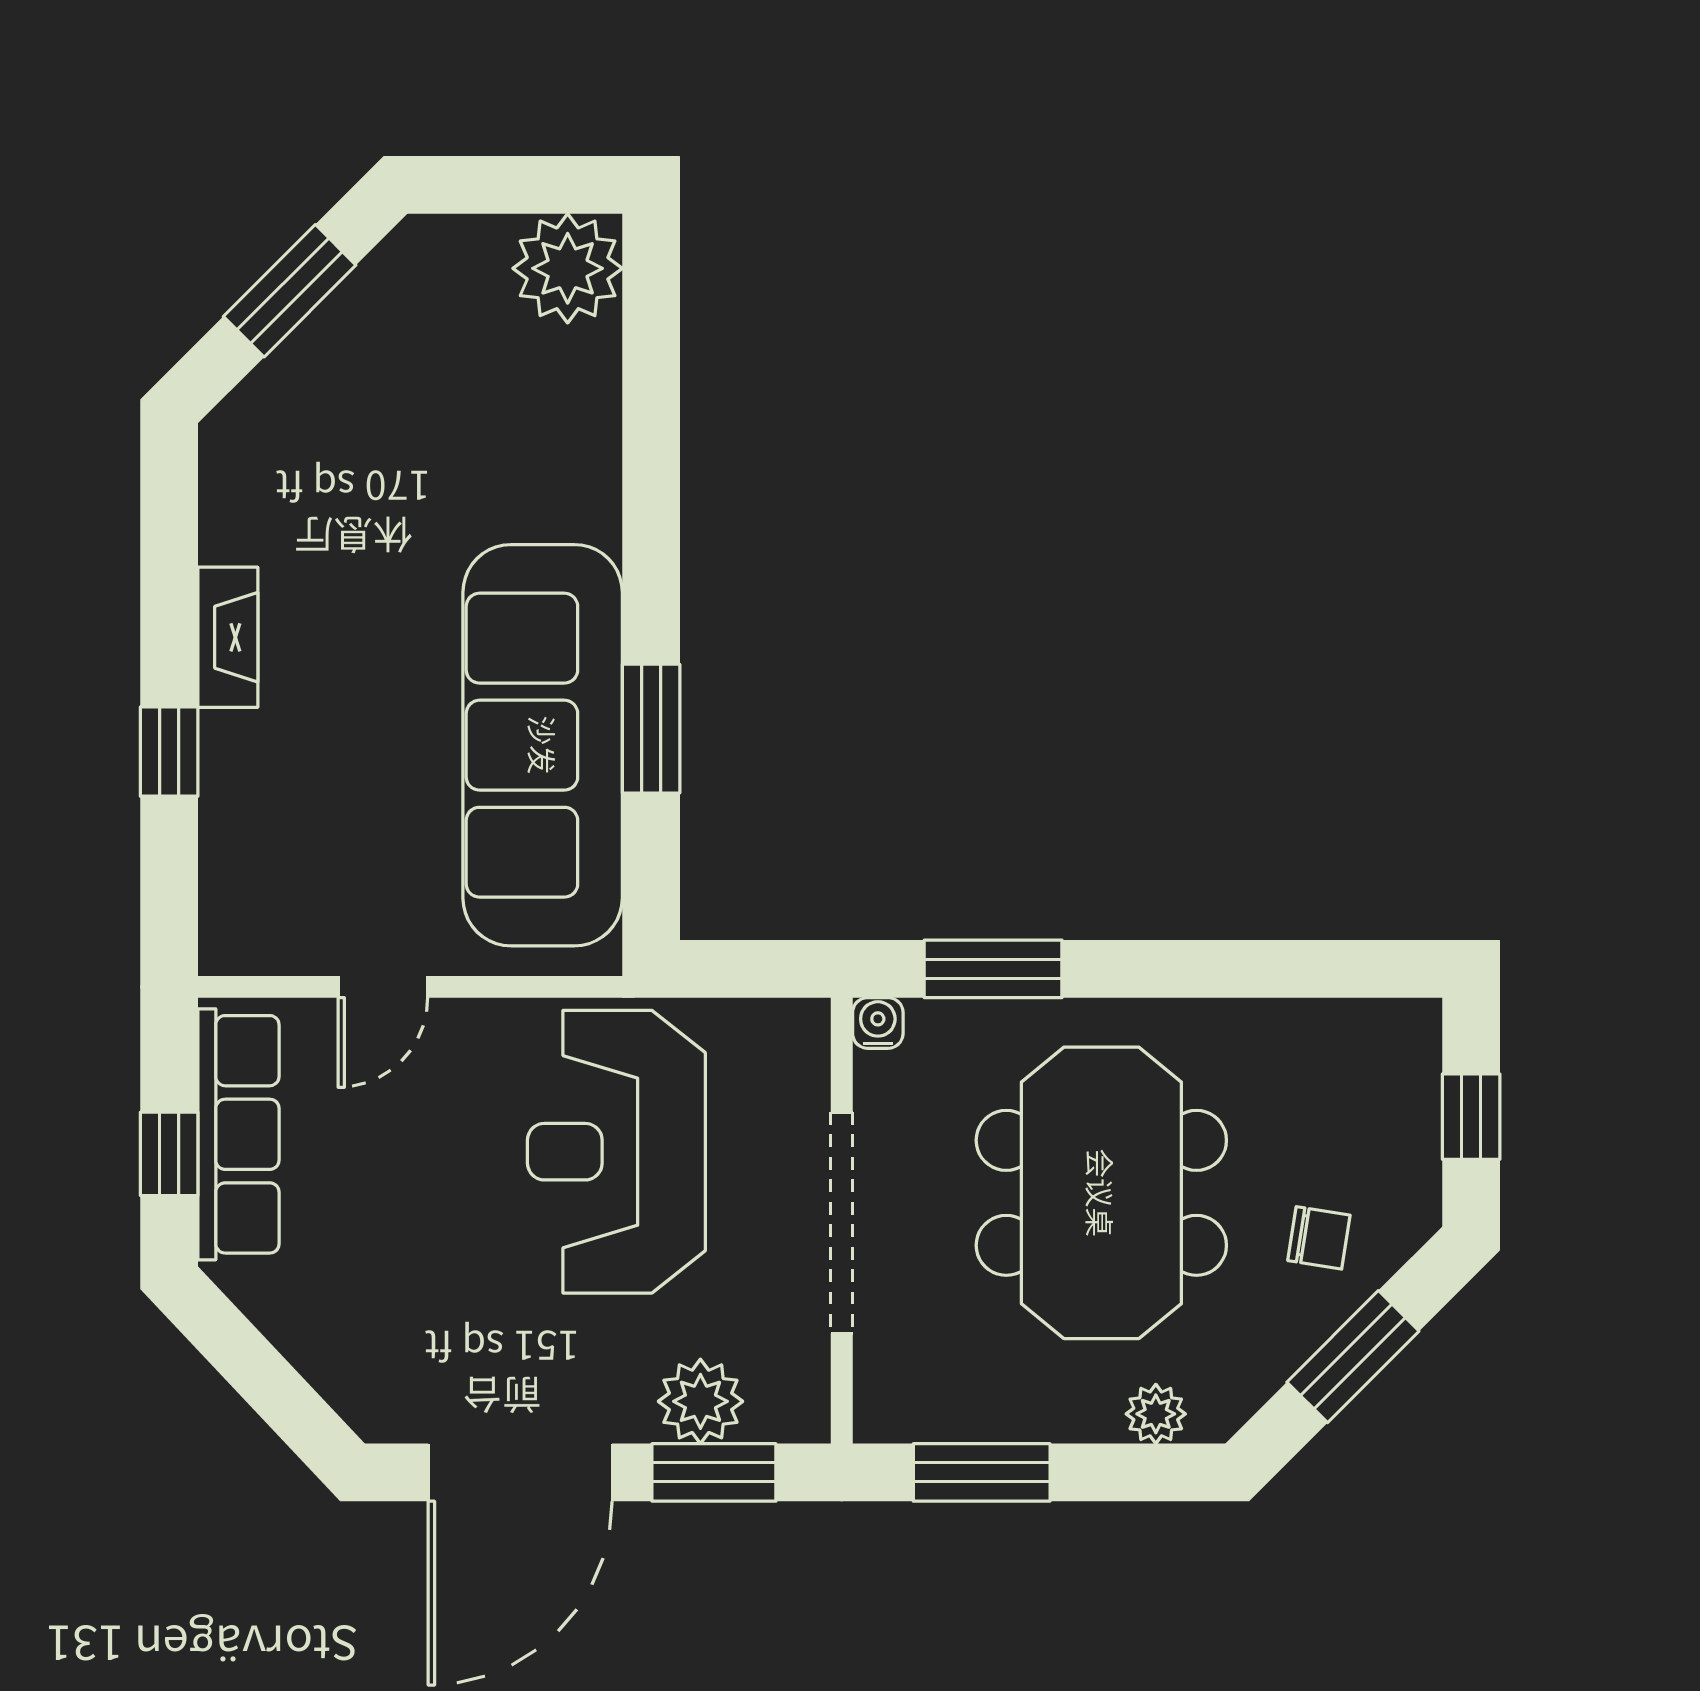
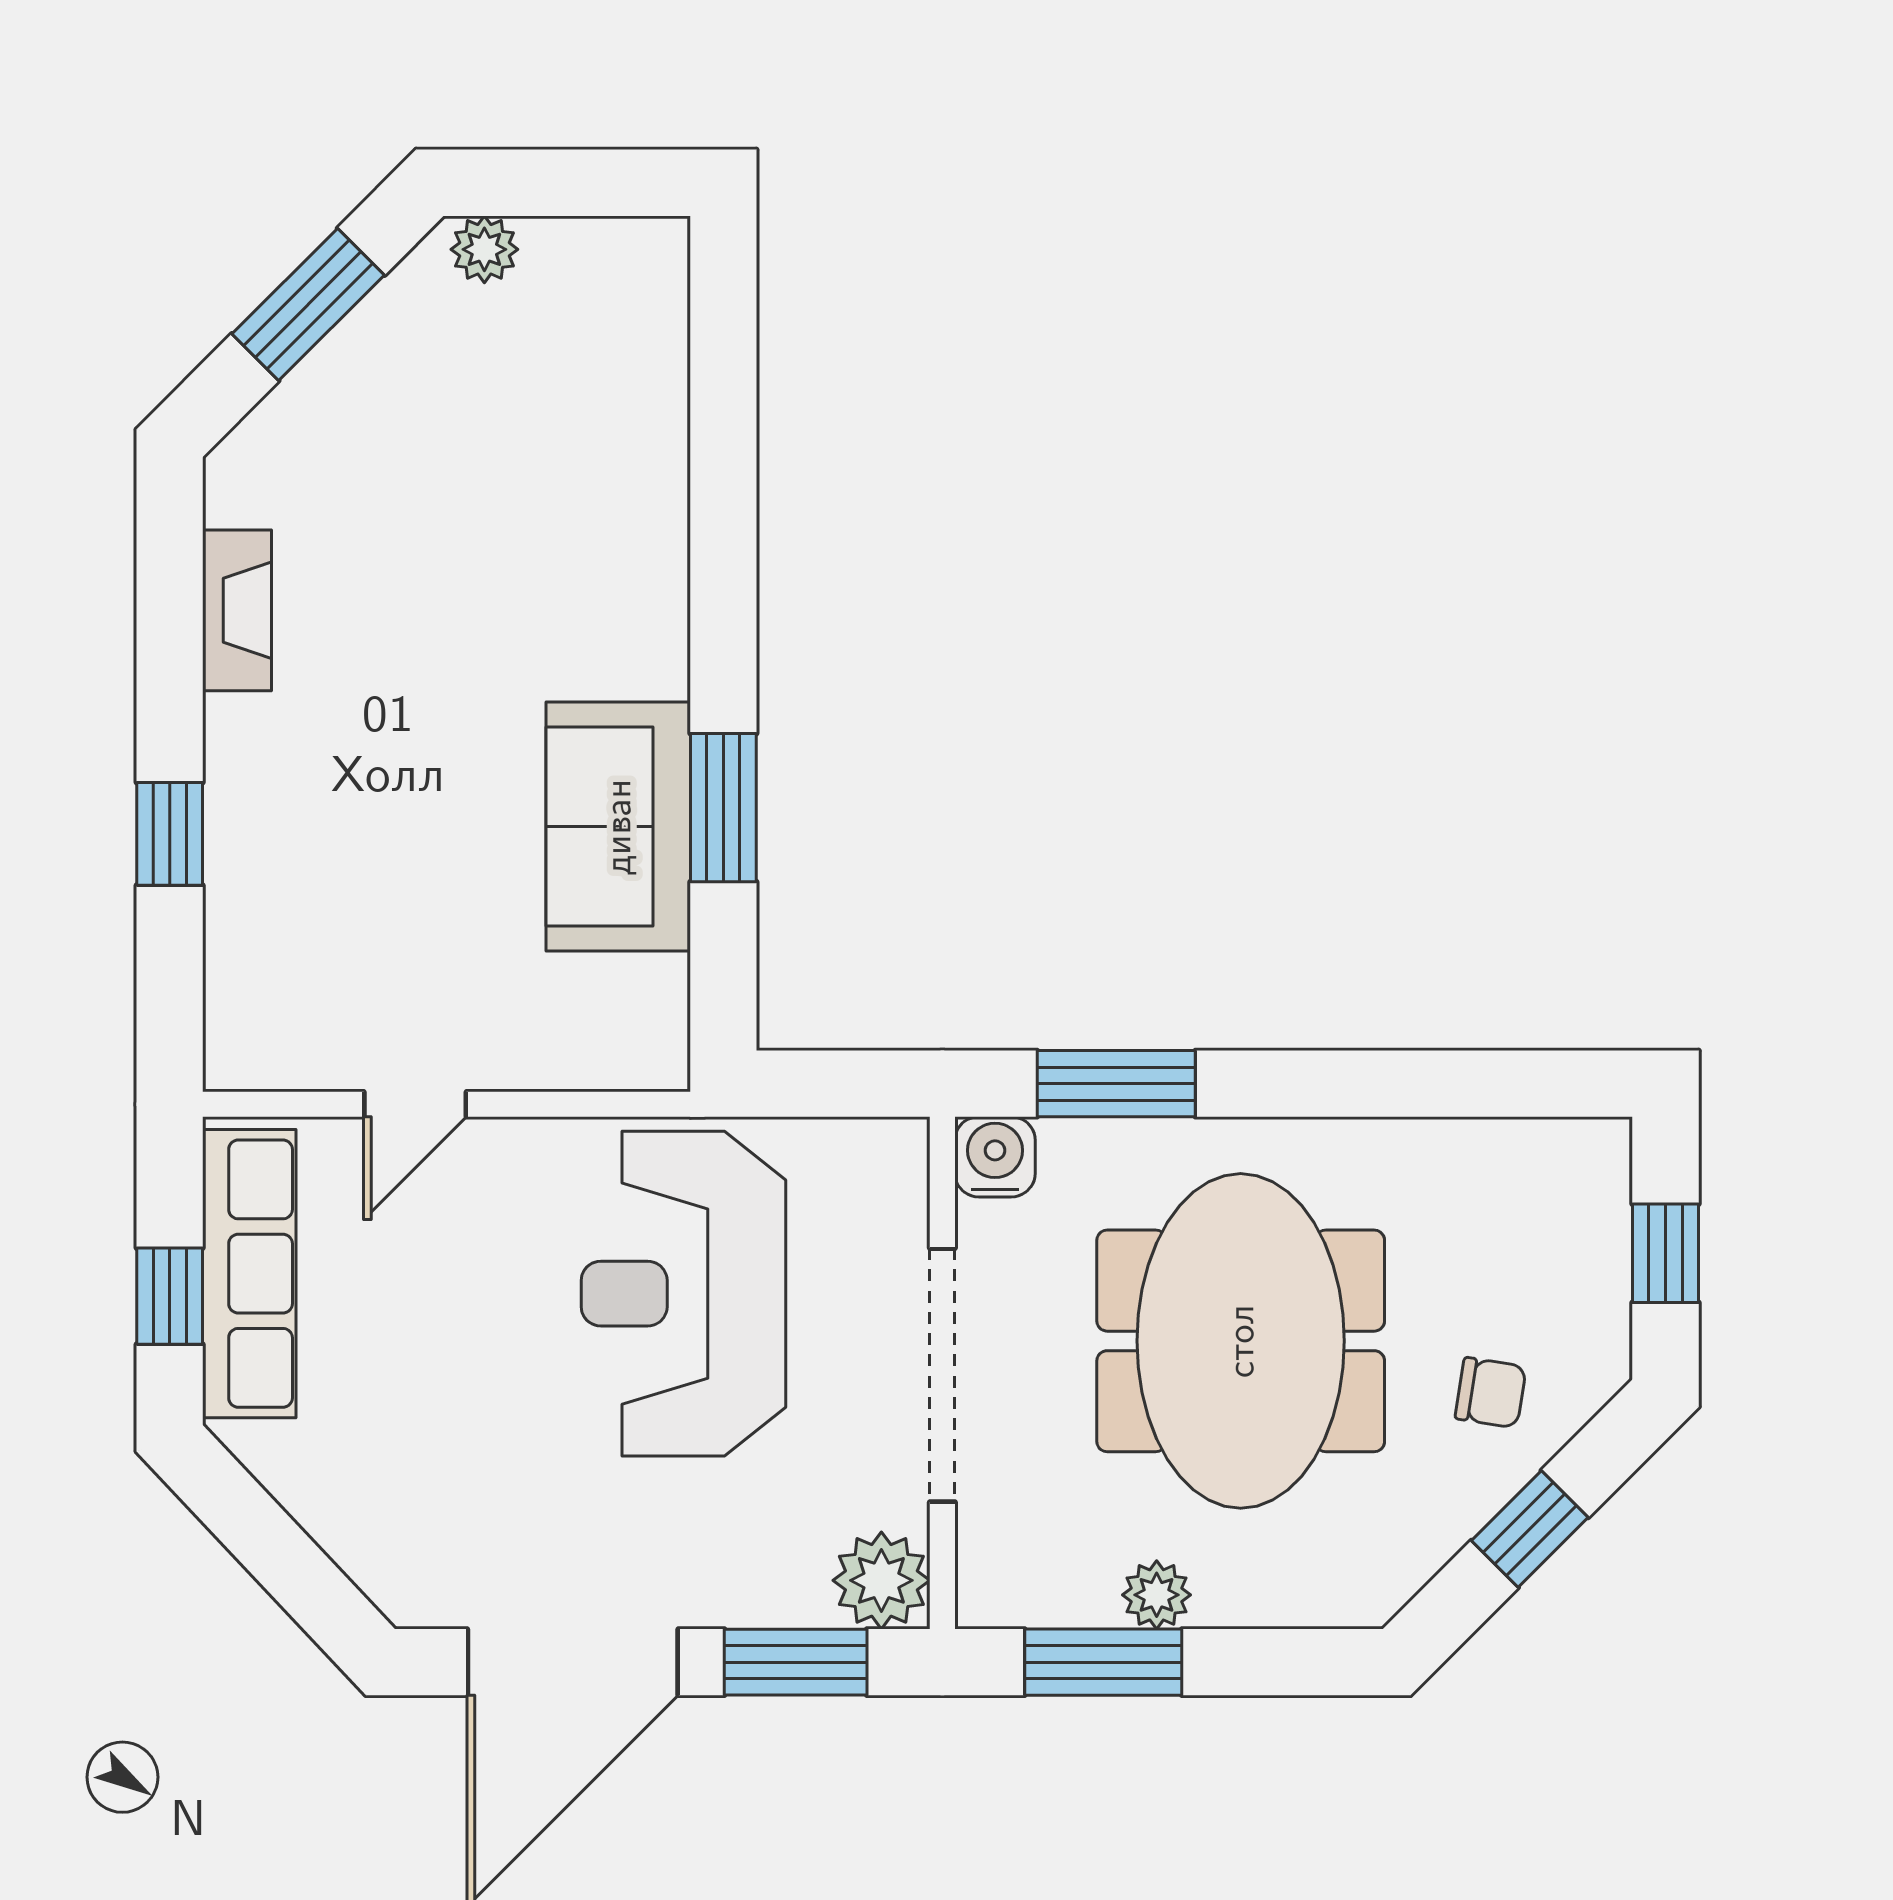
plant: (568, 268) -> (484, 249), moved, width x0.53, depth x0.53
fireplace: (228, 637) -> (237, 610), moved
sofa: (543, 745) -> (618, 827), width x0.54, depth x0.79
water cooler: (878, 1023) -> (995, 1157), width x1.38, depth x1.38
window: (1353, 1357) -> (1530, 1529), width x0.67
plant: (700, 1401) -> (881, 1580), moved
plant: (1156, 1414) -> (1157, 1595), moved

